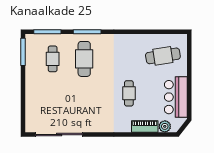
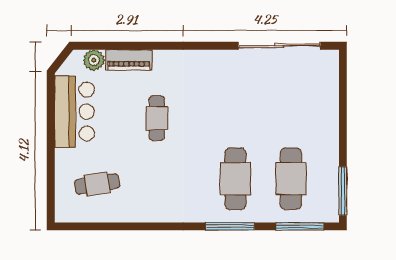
cafe table: (163, 56) -> (97, 184), width x0.73, depth x0.74
cafe table: (53, 59) -> (291, 179), width x1.37, depth x1.35

